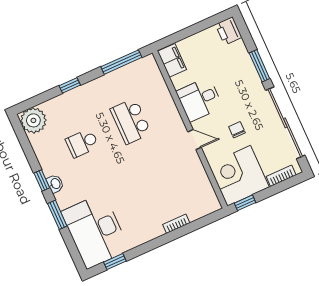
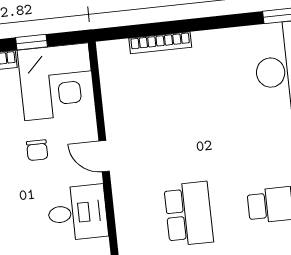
window: (245, 203) -> (32, 42), moved
bookcase: (176, 224) -> (160, 43), width x1.56

